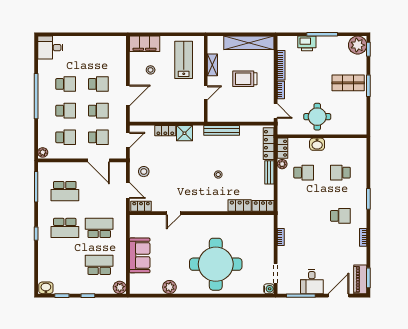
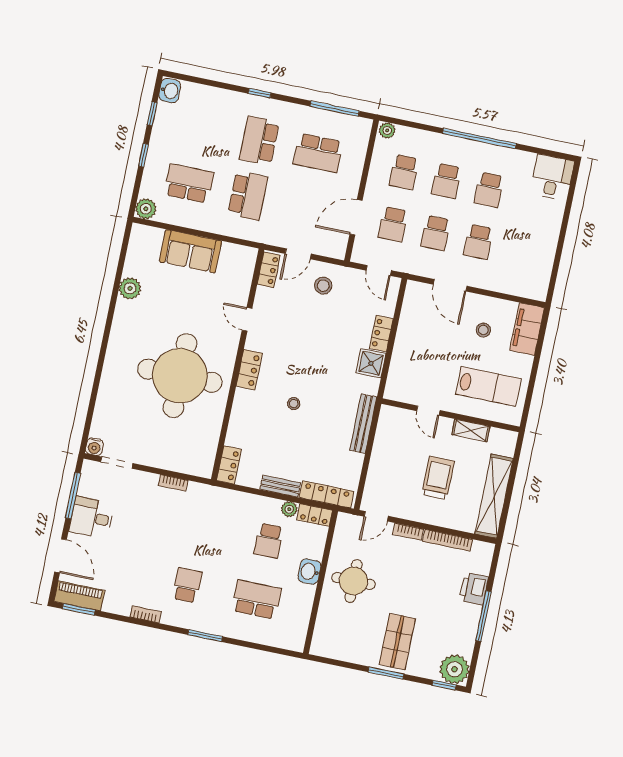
school desk: (340, 173) -> (256, 600), width x1.85
school desk: (65, 191) -> (318, 153), turned -90
locker: (240, 205) -> (249, 370), moved
school desk: (340, 216) -> (187, 585), turned 180
round table: (216, 264) -> (180, 376), moved
school desk: (99, 265) -> (189, 183), turned -90

